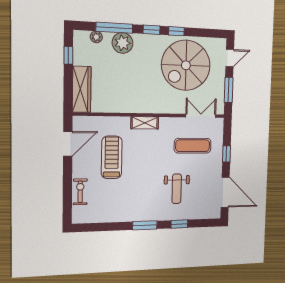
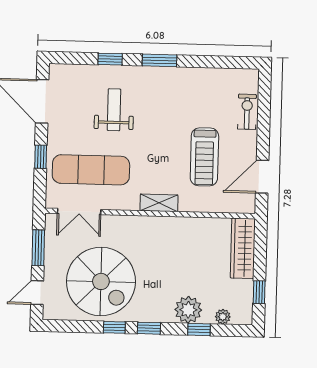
window: (114, 28) -> (199, 330), width x0.46
spiral stairs: (186, 65) -> (101, 281), turned 90
exercise mat: (193, 146) -> (91, 170), width x1.36, depth x1.45
exercise bike: (80, 192) -> (247, 112), turned 180

